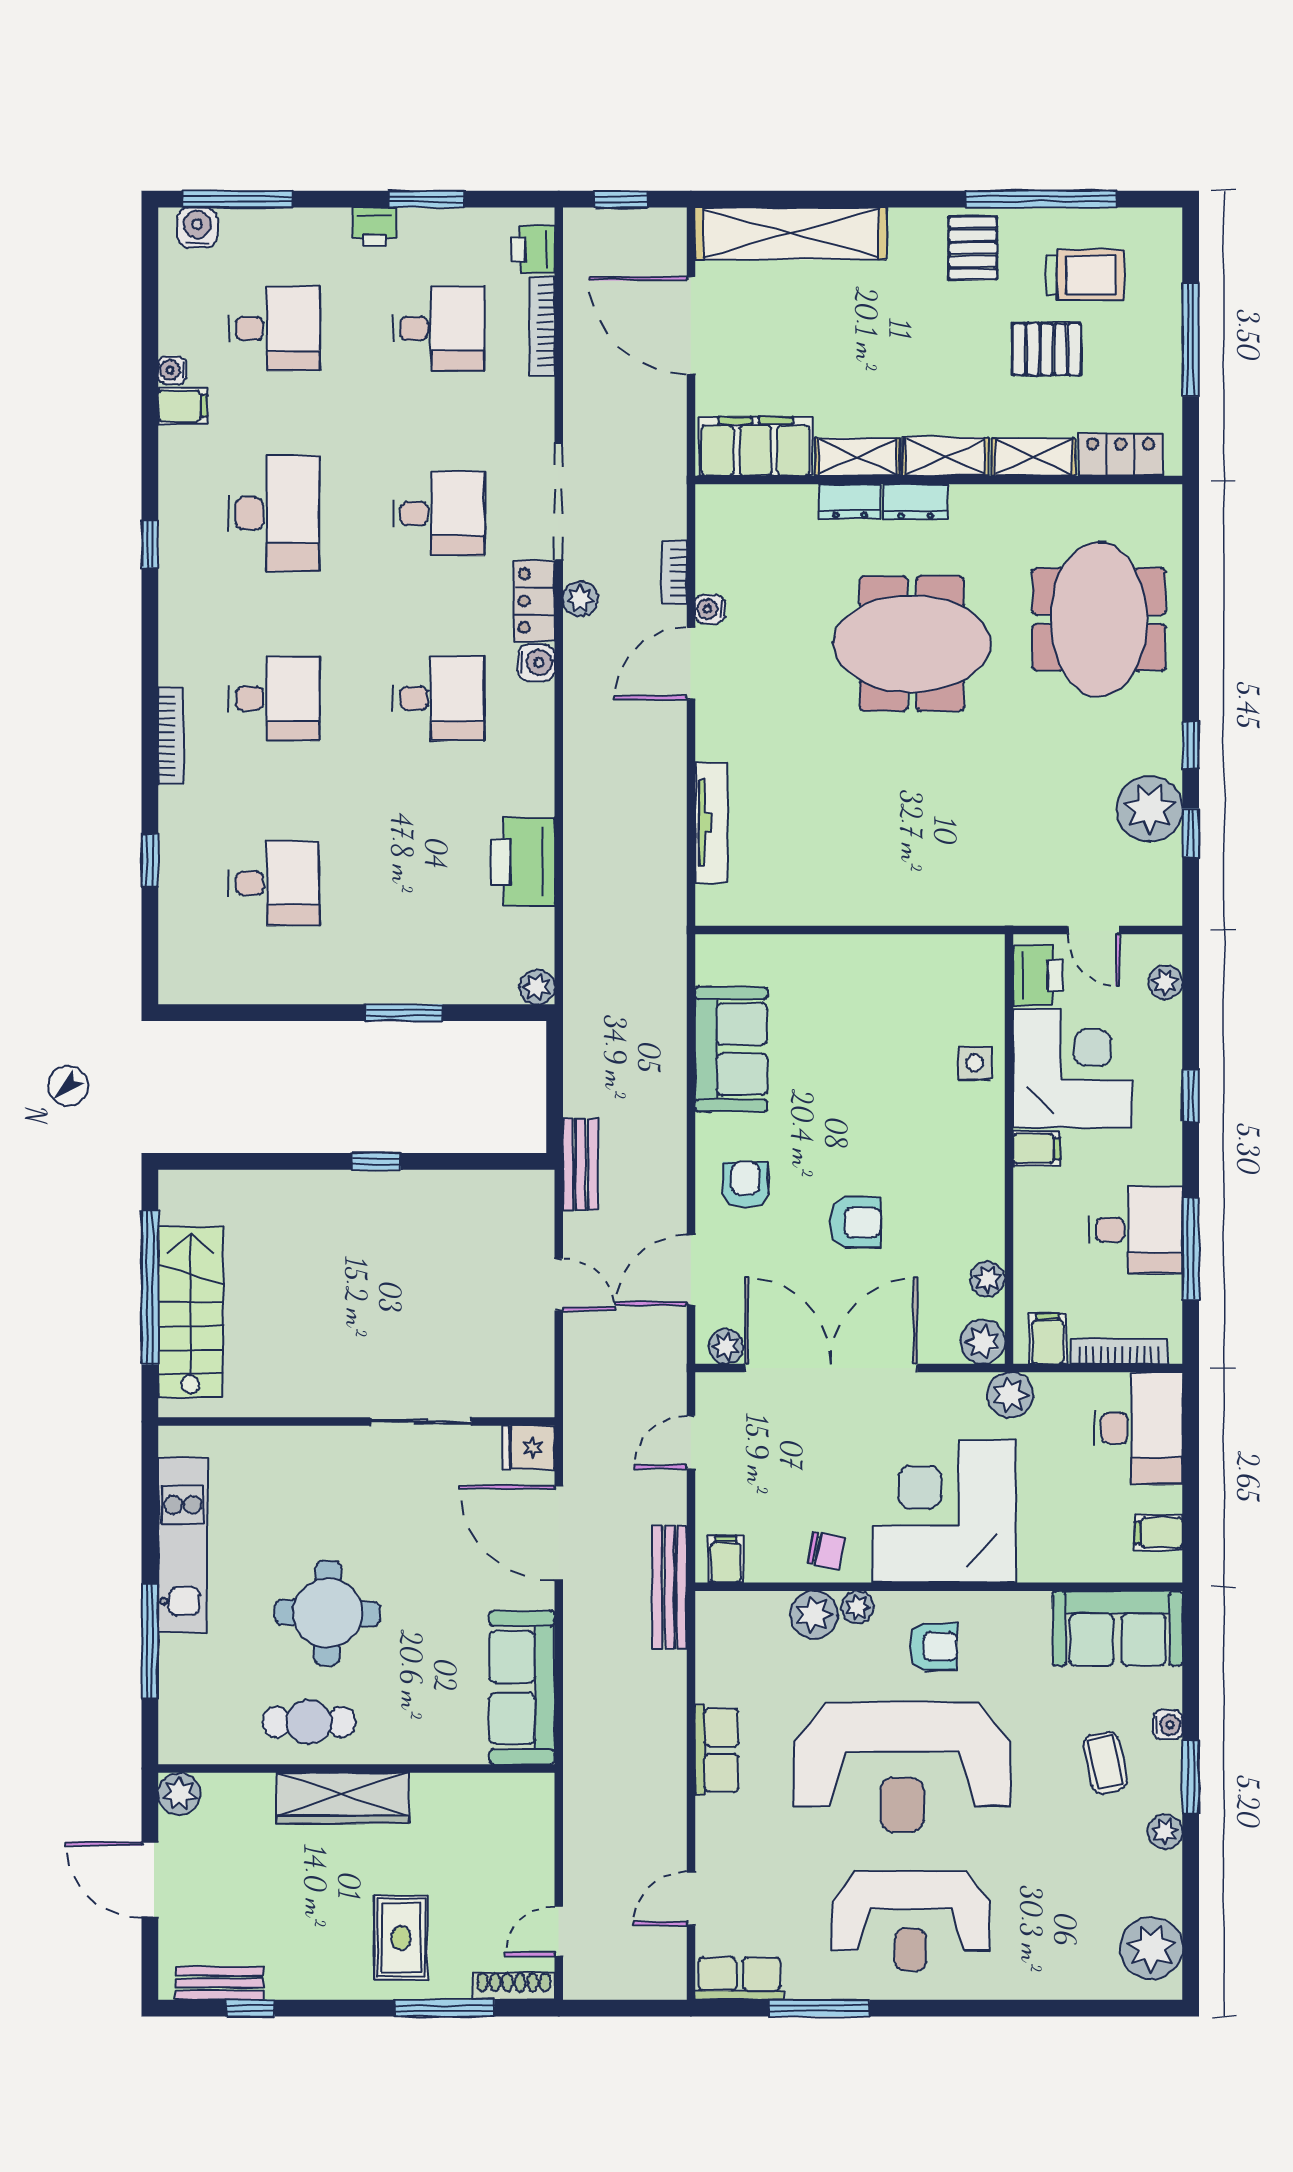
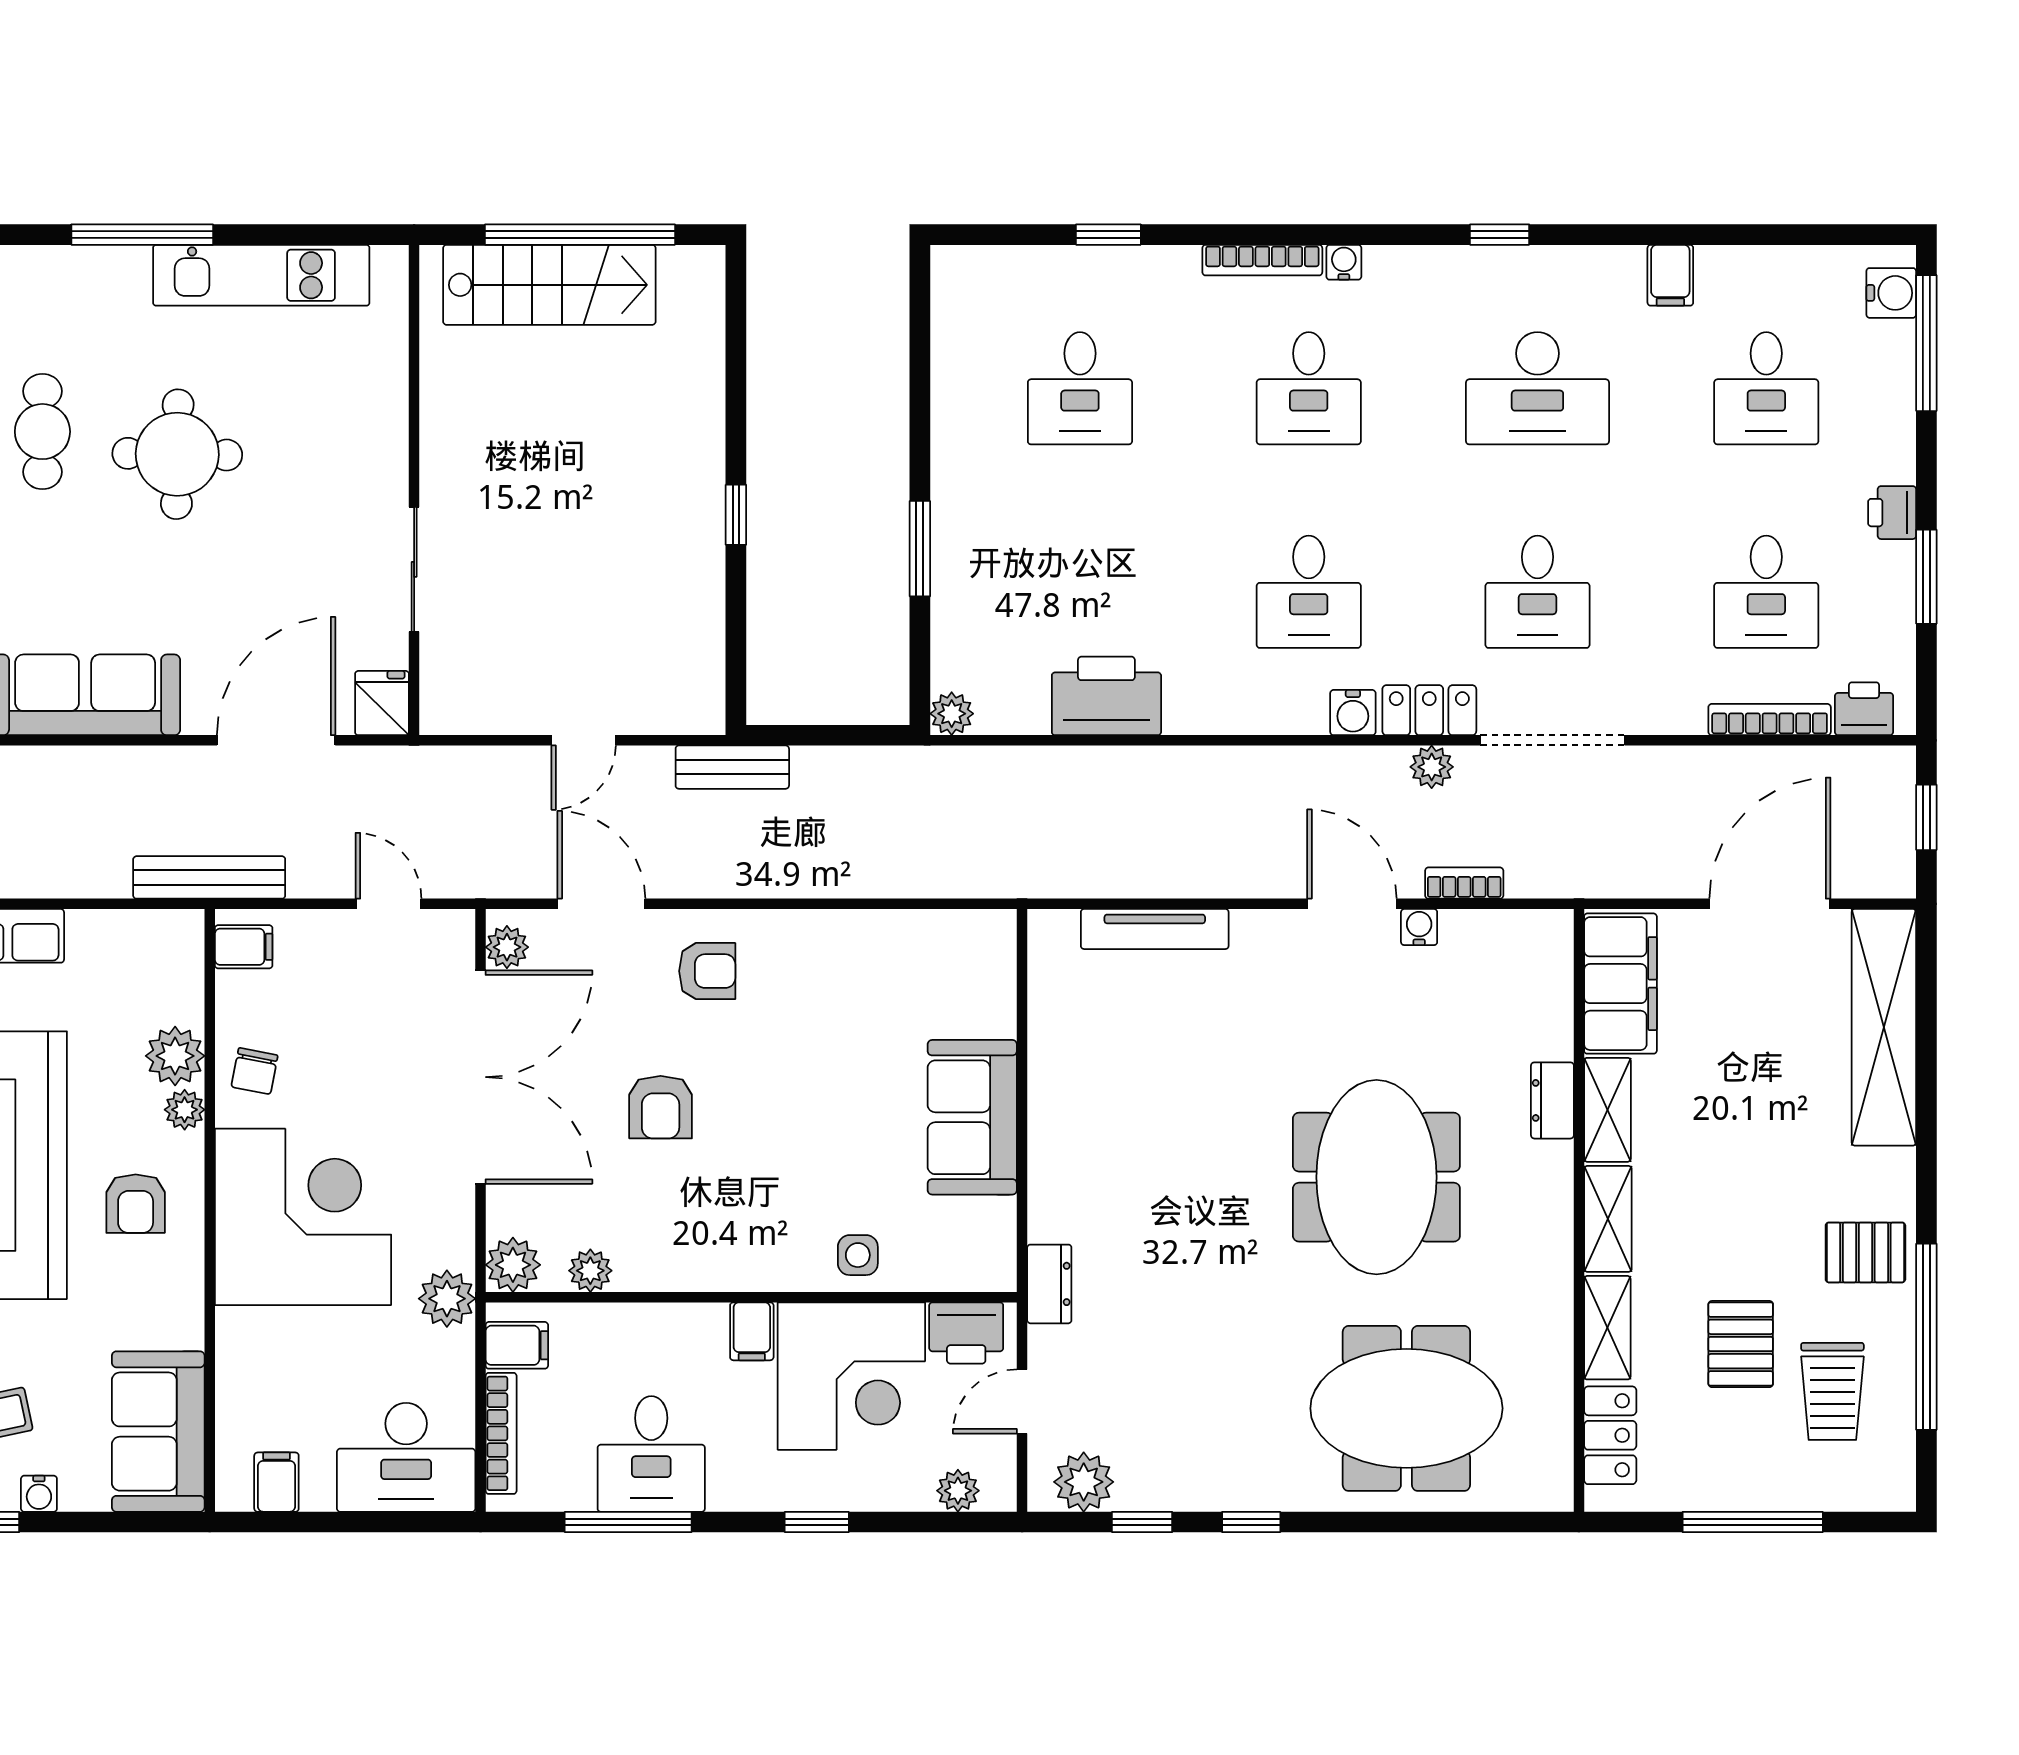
water cooler: (172, 370) -> (1344, 262), moved
dresser: (916, 502) -> (1049, 1284), moved, turned 180
plant: (1150, 809) -> (1084, 1482), moved, width x0.73, depth x0.73
sofa: (731, 1049) -> (972, 1117), moved, turned 90

